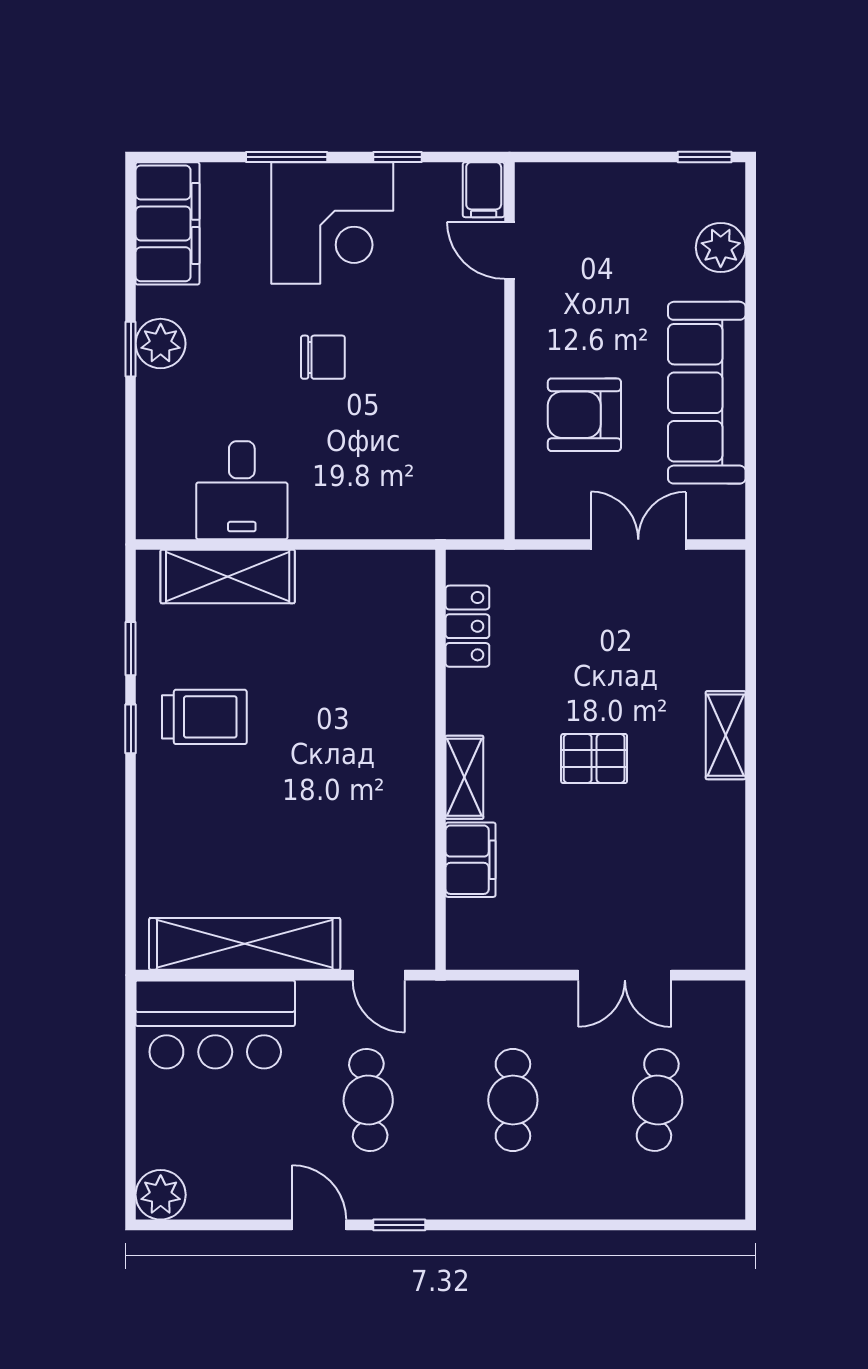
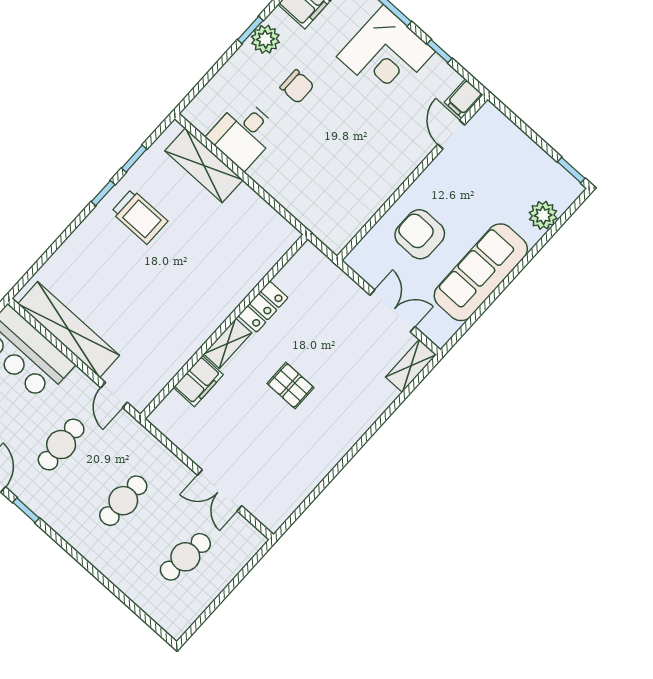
chair: (323, 357) -> (297, 87), moved
locker: (467, 626) -> (263, 307), moved
shelving: (726, 735) -> (411, 366), moved

